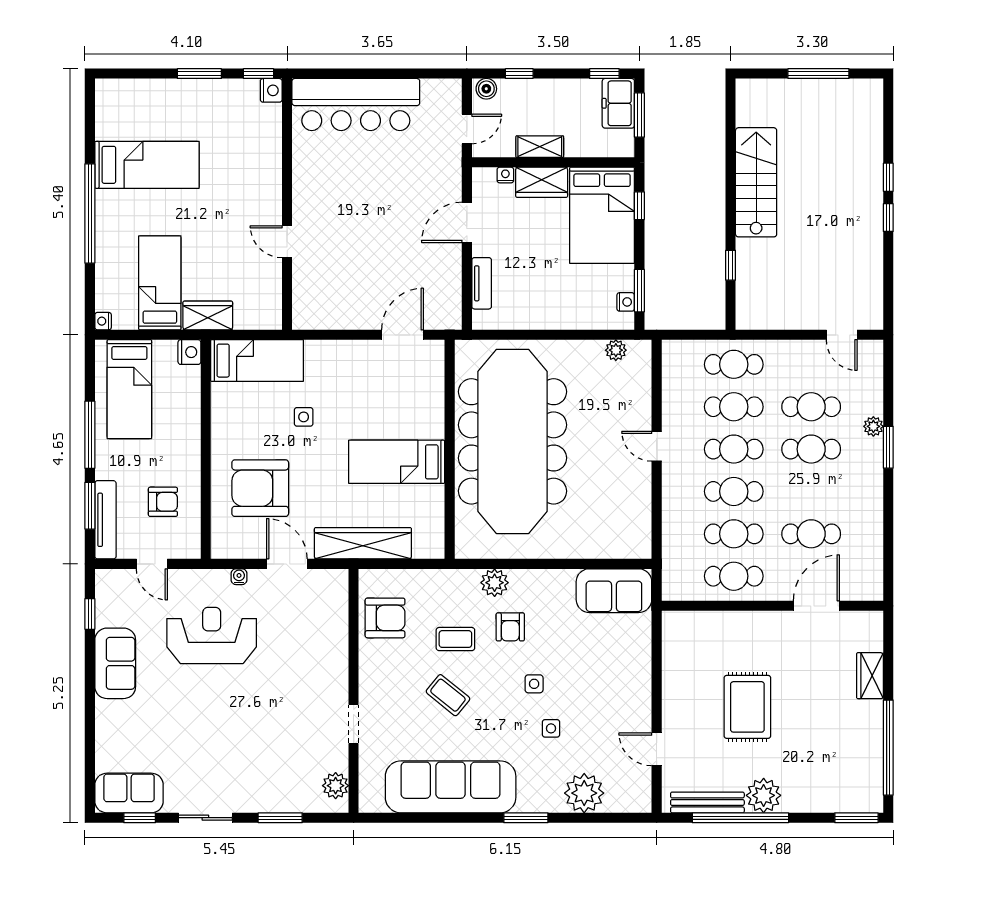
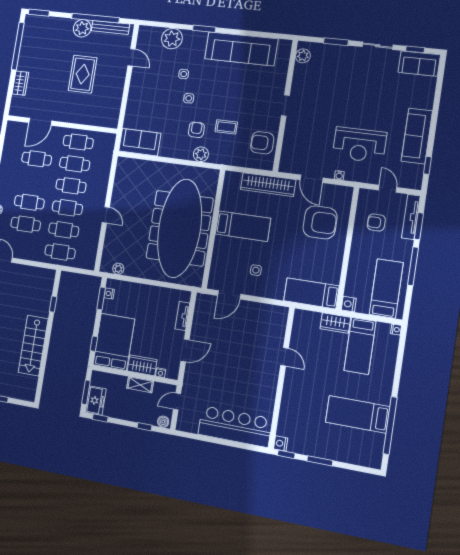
window: (90, 213) -> (390, 426), moved
side table: (304, 417) -> (256, 270), moved
sofa: (115, 663) -> (417, 136), width x1.36
coffee table: (448, 695) -> (235, 98), removed
doorway: (354, 724) -> (285, 106), moved

